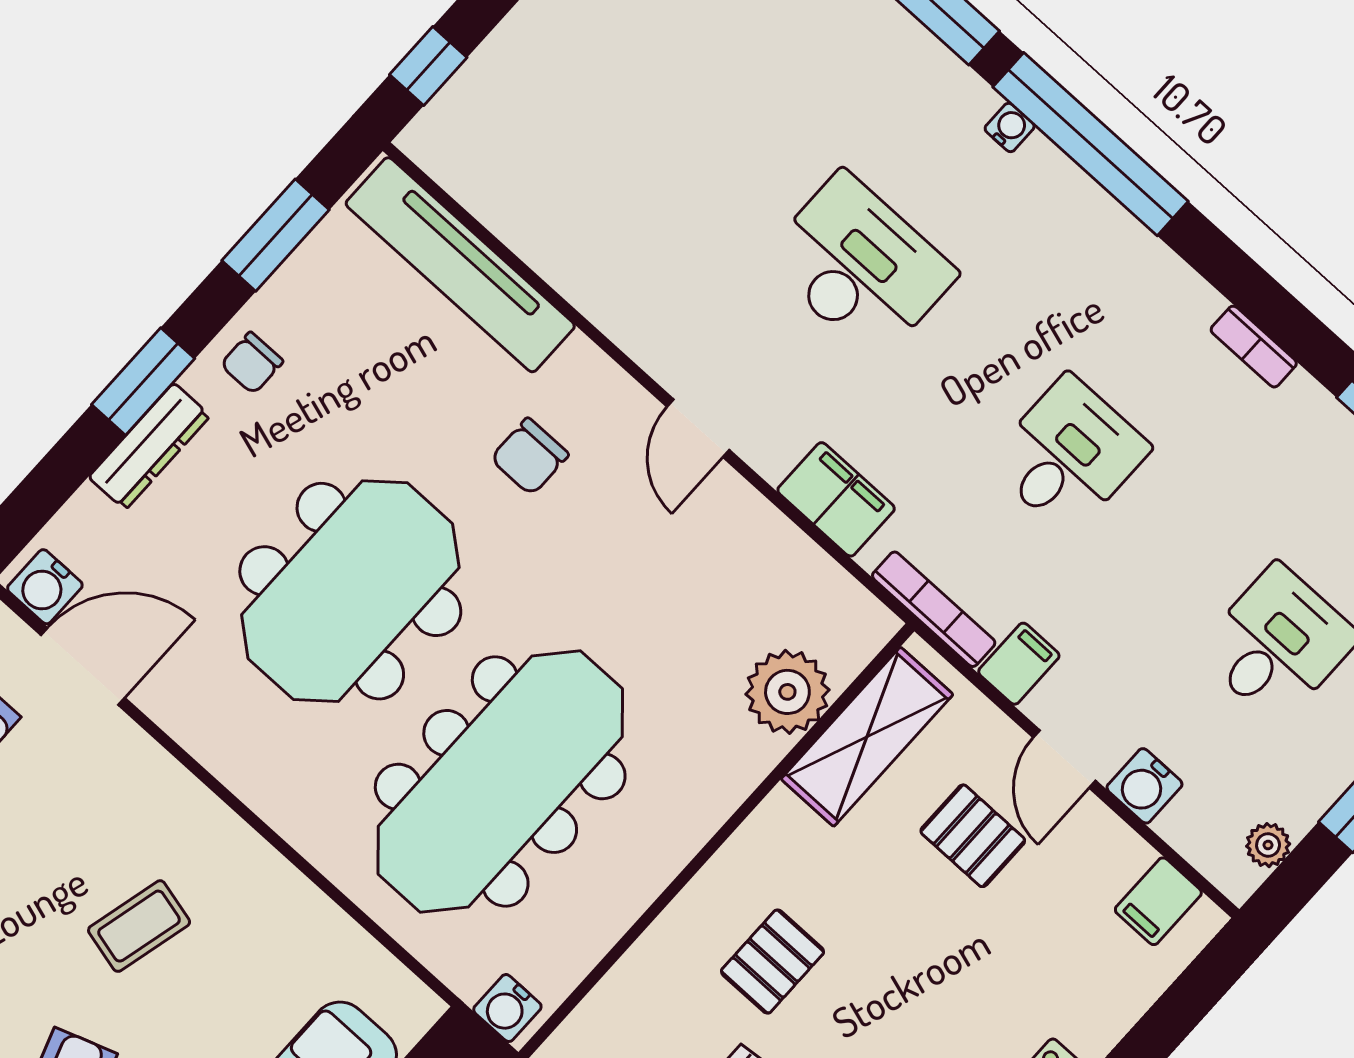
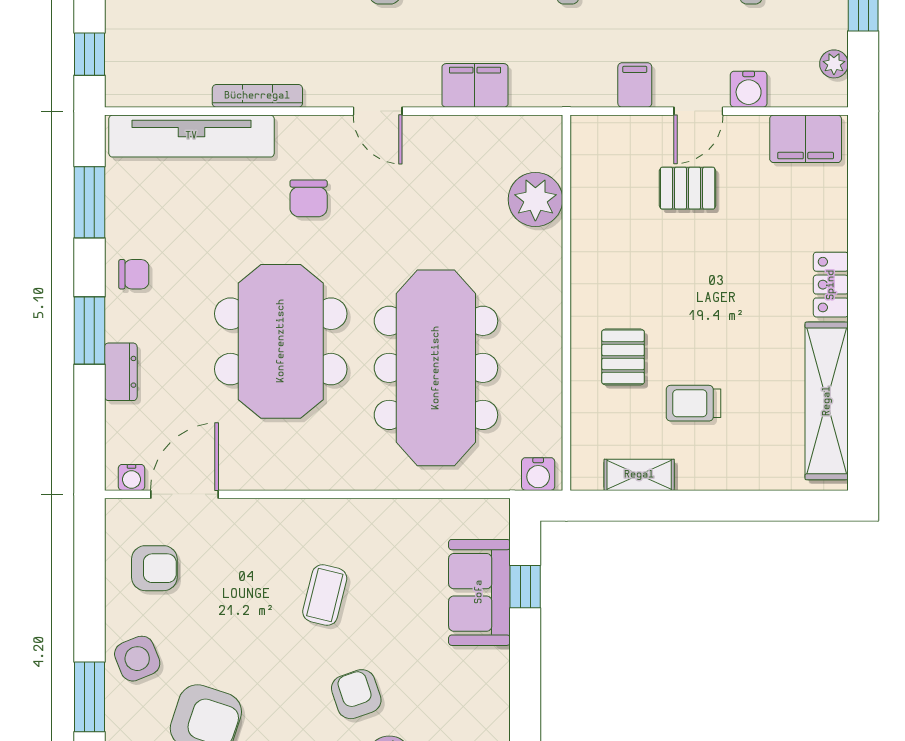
chair: (252, 363) -> (134, 274), turned -90
dresser: (149, 446) -> (121, 372), width x0.70
water cooler: (45, 587) -> (132, 477), width x0.72, depth x0.72
bookcase: (934, 609) -> (257, 96), moved
shelving: (867, 737) -> (593, 186), removed
door: (1064, 759) -> (698, 111), hinge flipped
filing cabinet: (1158, 901) -> (806, 139), width x2.00
pallet: (773, 962) -> (623, 357), moved

